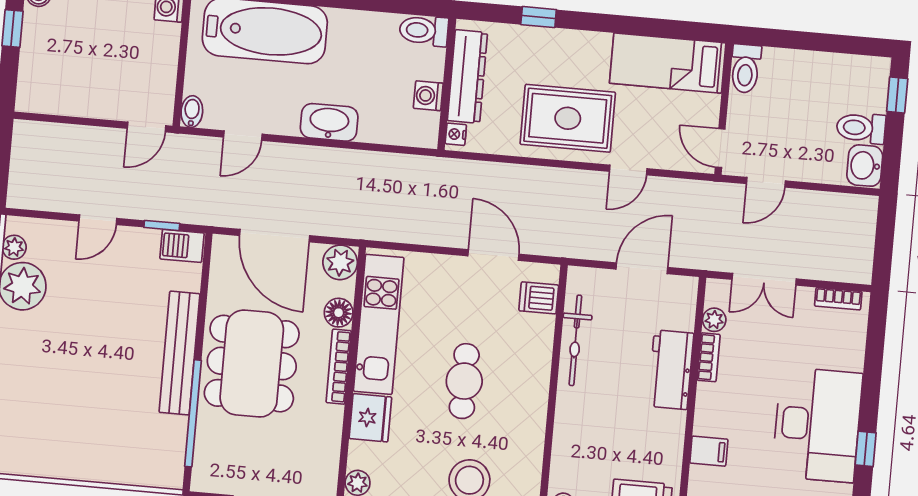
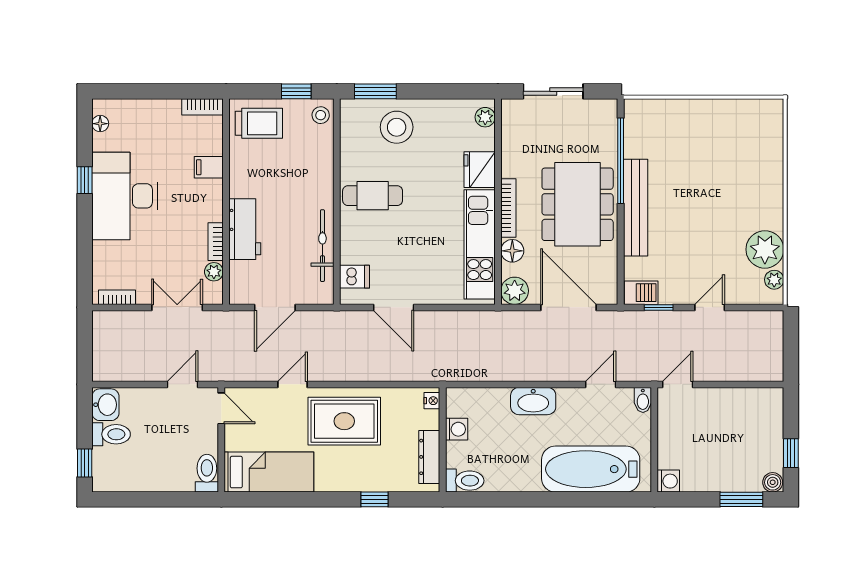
dresser: (467, 77) -> (429, 457), width x0.73, depth x0.80
cafe table: (464, 381) -> (373, 196), moved, turned 90

